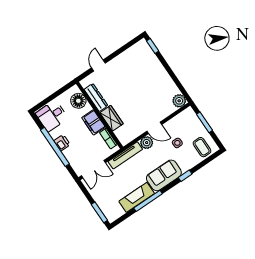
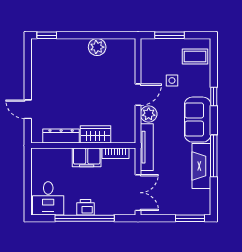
floor lamp: (78, 101) -> (52, 158), removed
plant: (179, 101) -> (97, 47), moved

